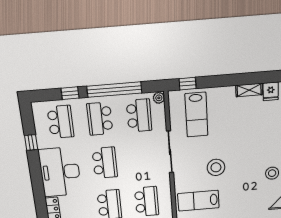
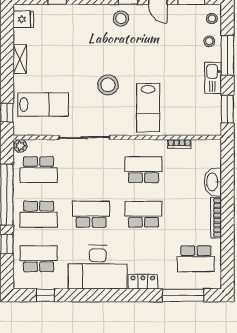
shelving: (249, 90) -> (20, 59), moved
school desk: (139, 115) -> (39, 170), turned 180
window: (31, 143) -> (45, 295), moved

